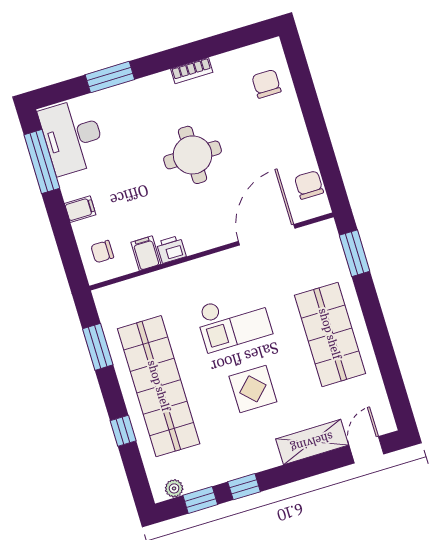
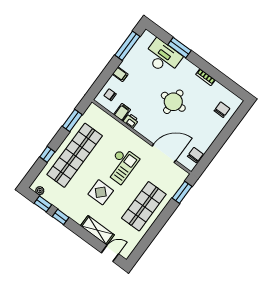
desk: (73, 137) -> (163, 57), moved, turned 90
checkout: (234, 321) -> (121, 165), turned -90

